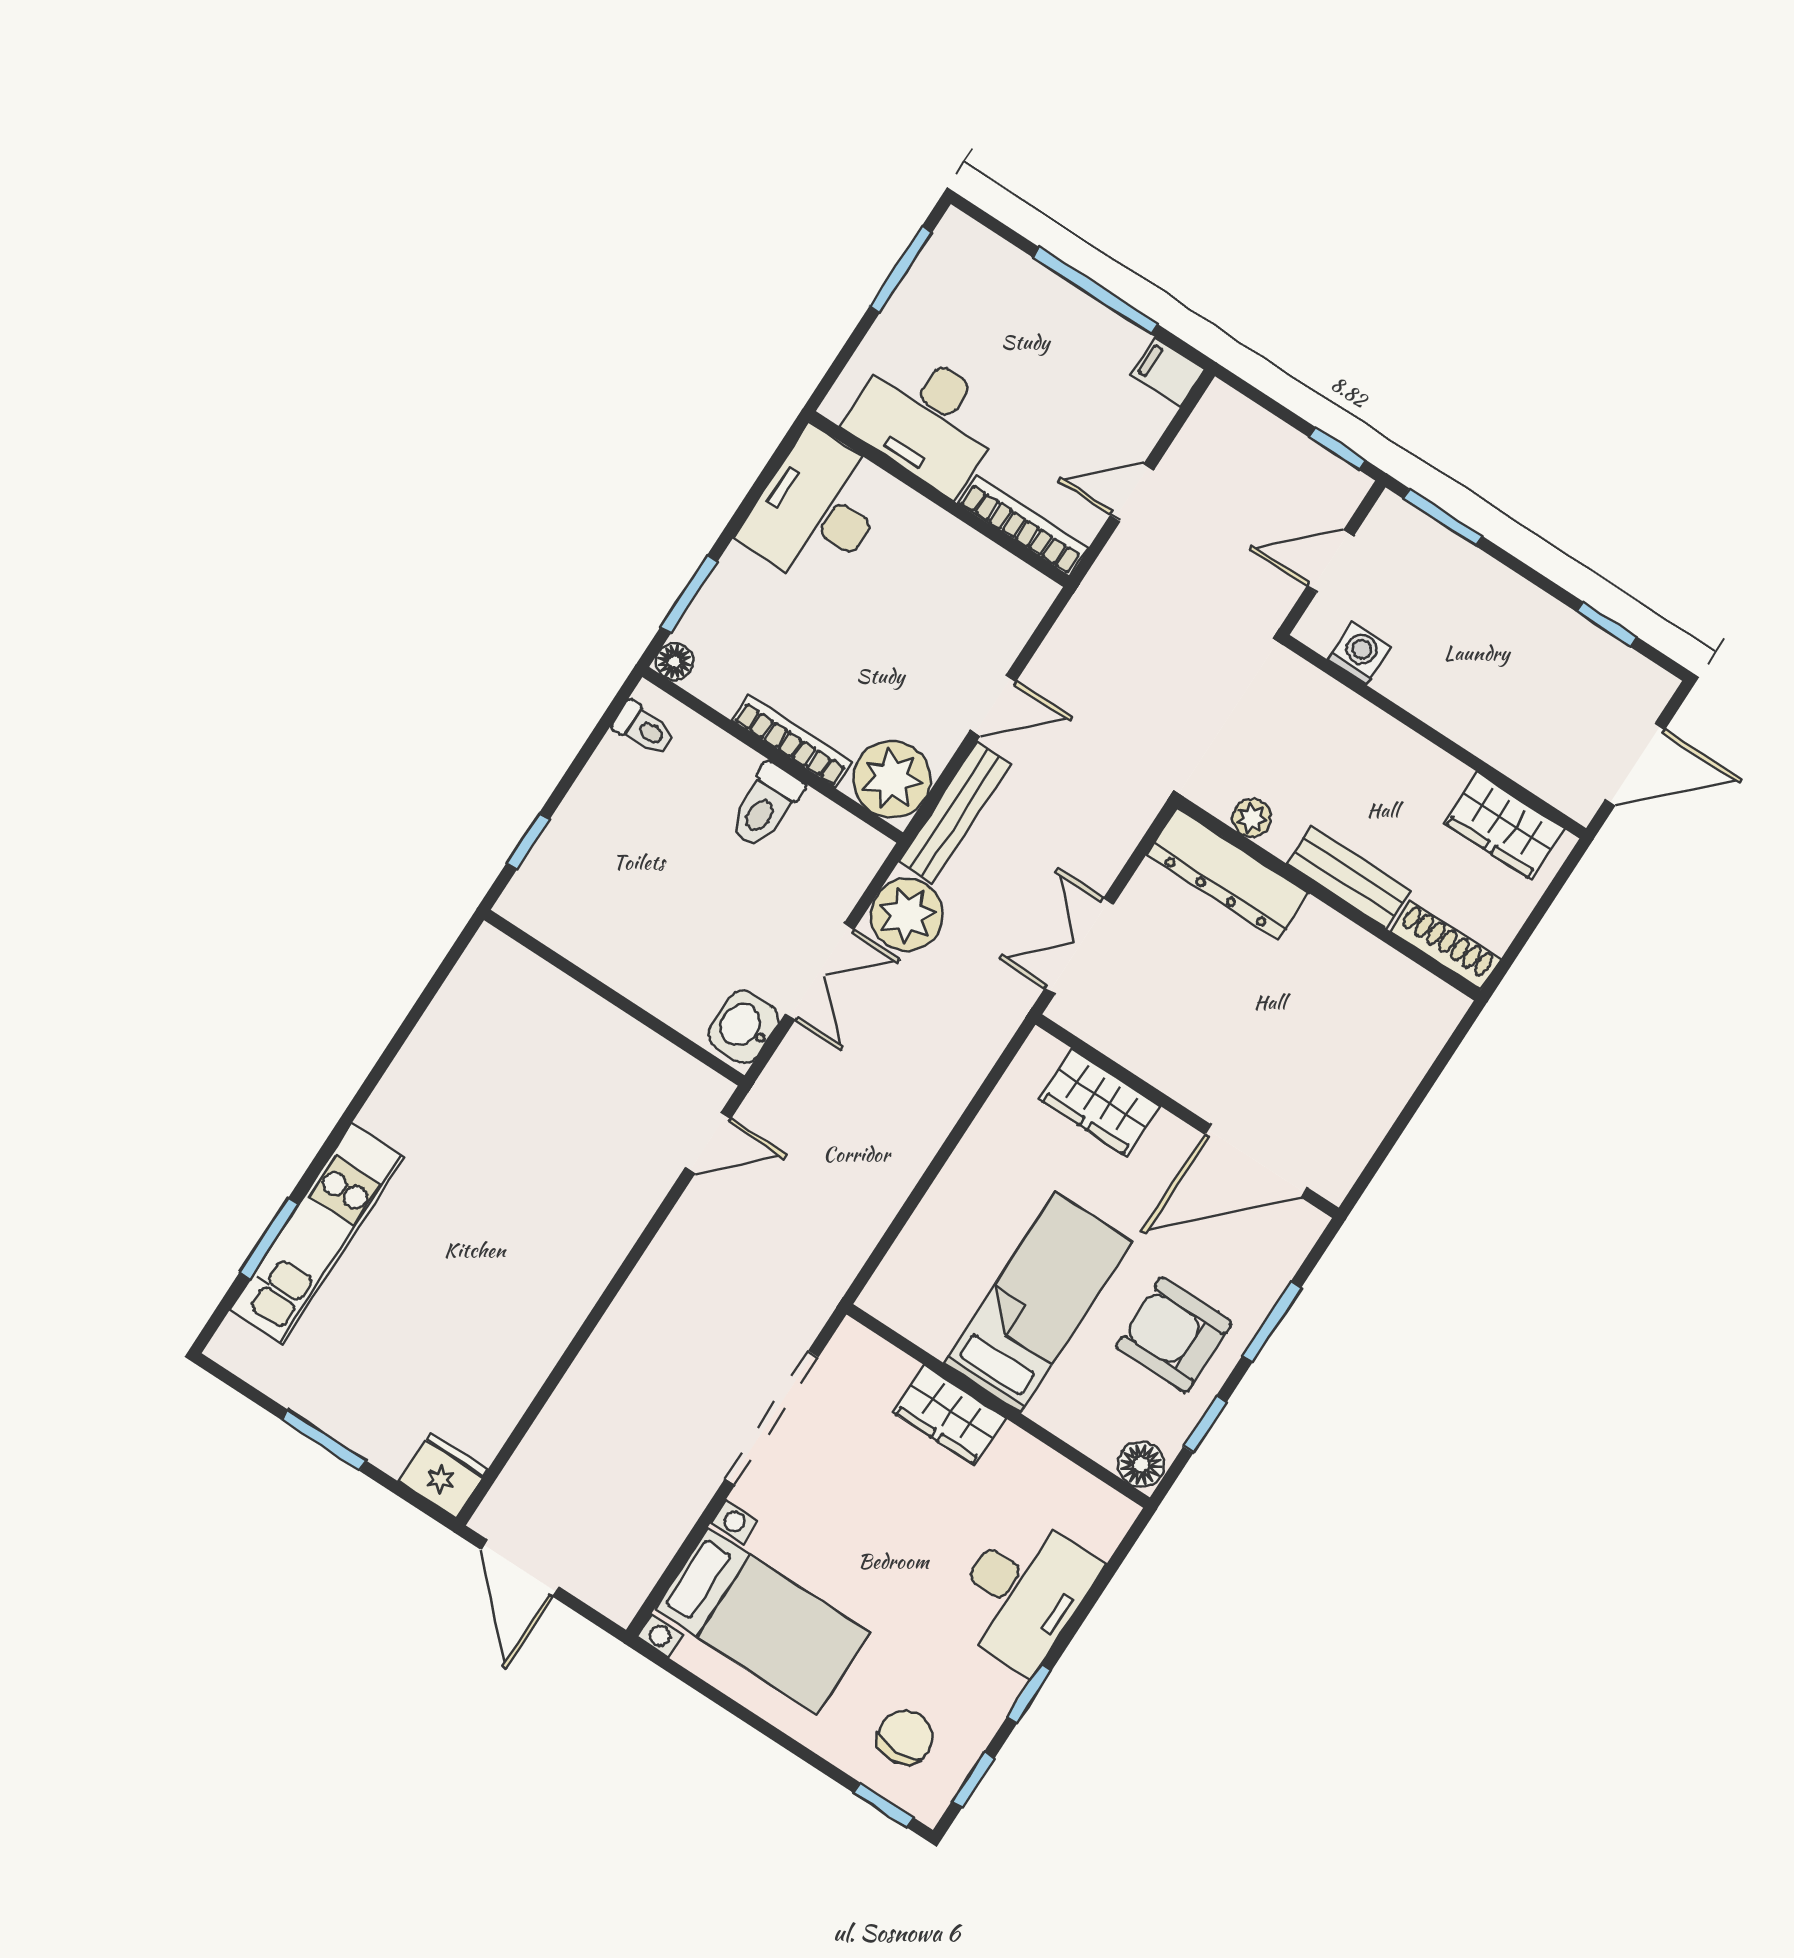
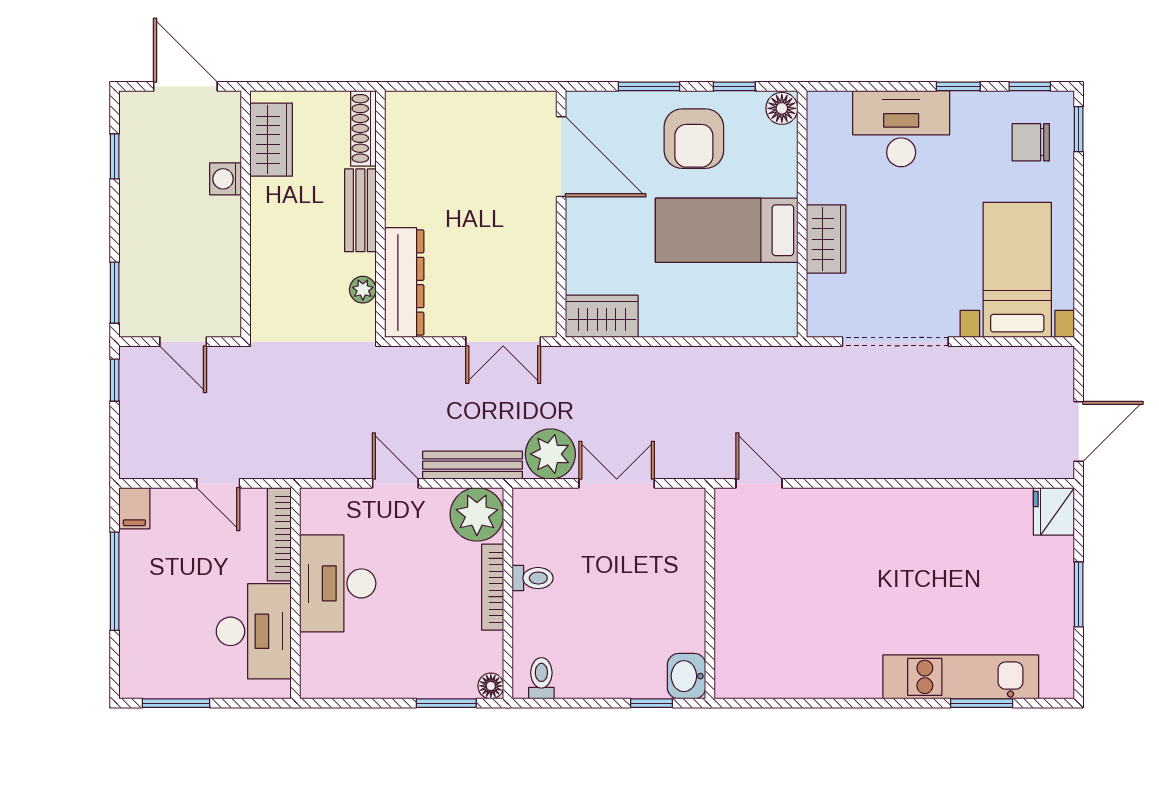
desk: (817, 509) -> (338, 583), moved, turned 90
washing machine: (1359, 653) -> (226, 179), moved
toilet: (765, 806) -> (533, 578), width x0.73, depth x0.72
washbasin: (743, 1027) -> (687, 676), moved, turned 90
wardrobe: (1099, 1102) -> (602, 316), moved, turned -90

